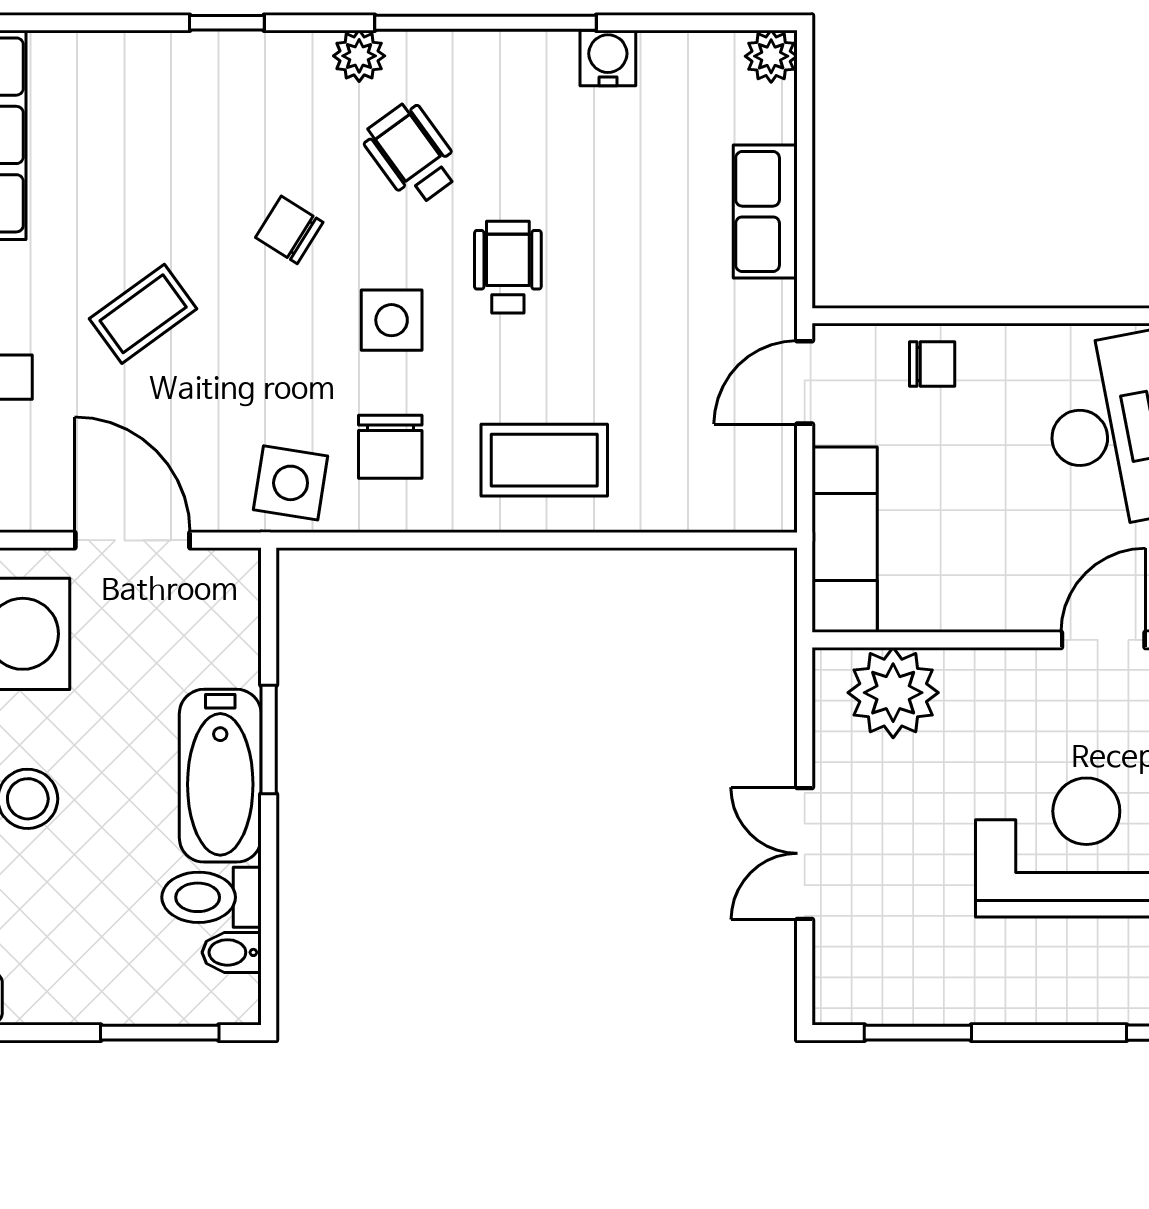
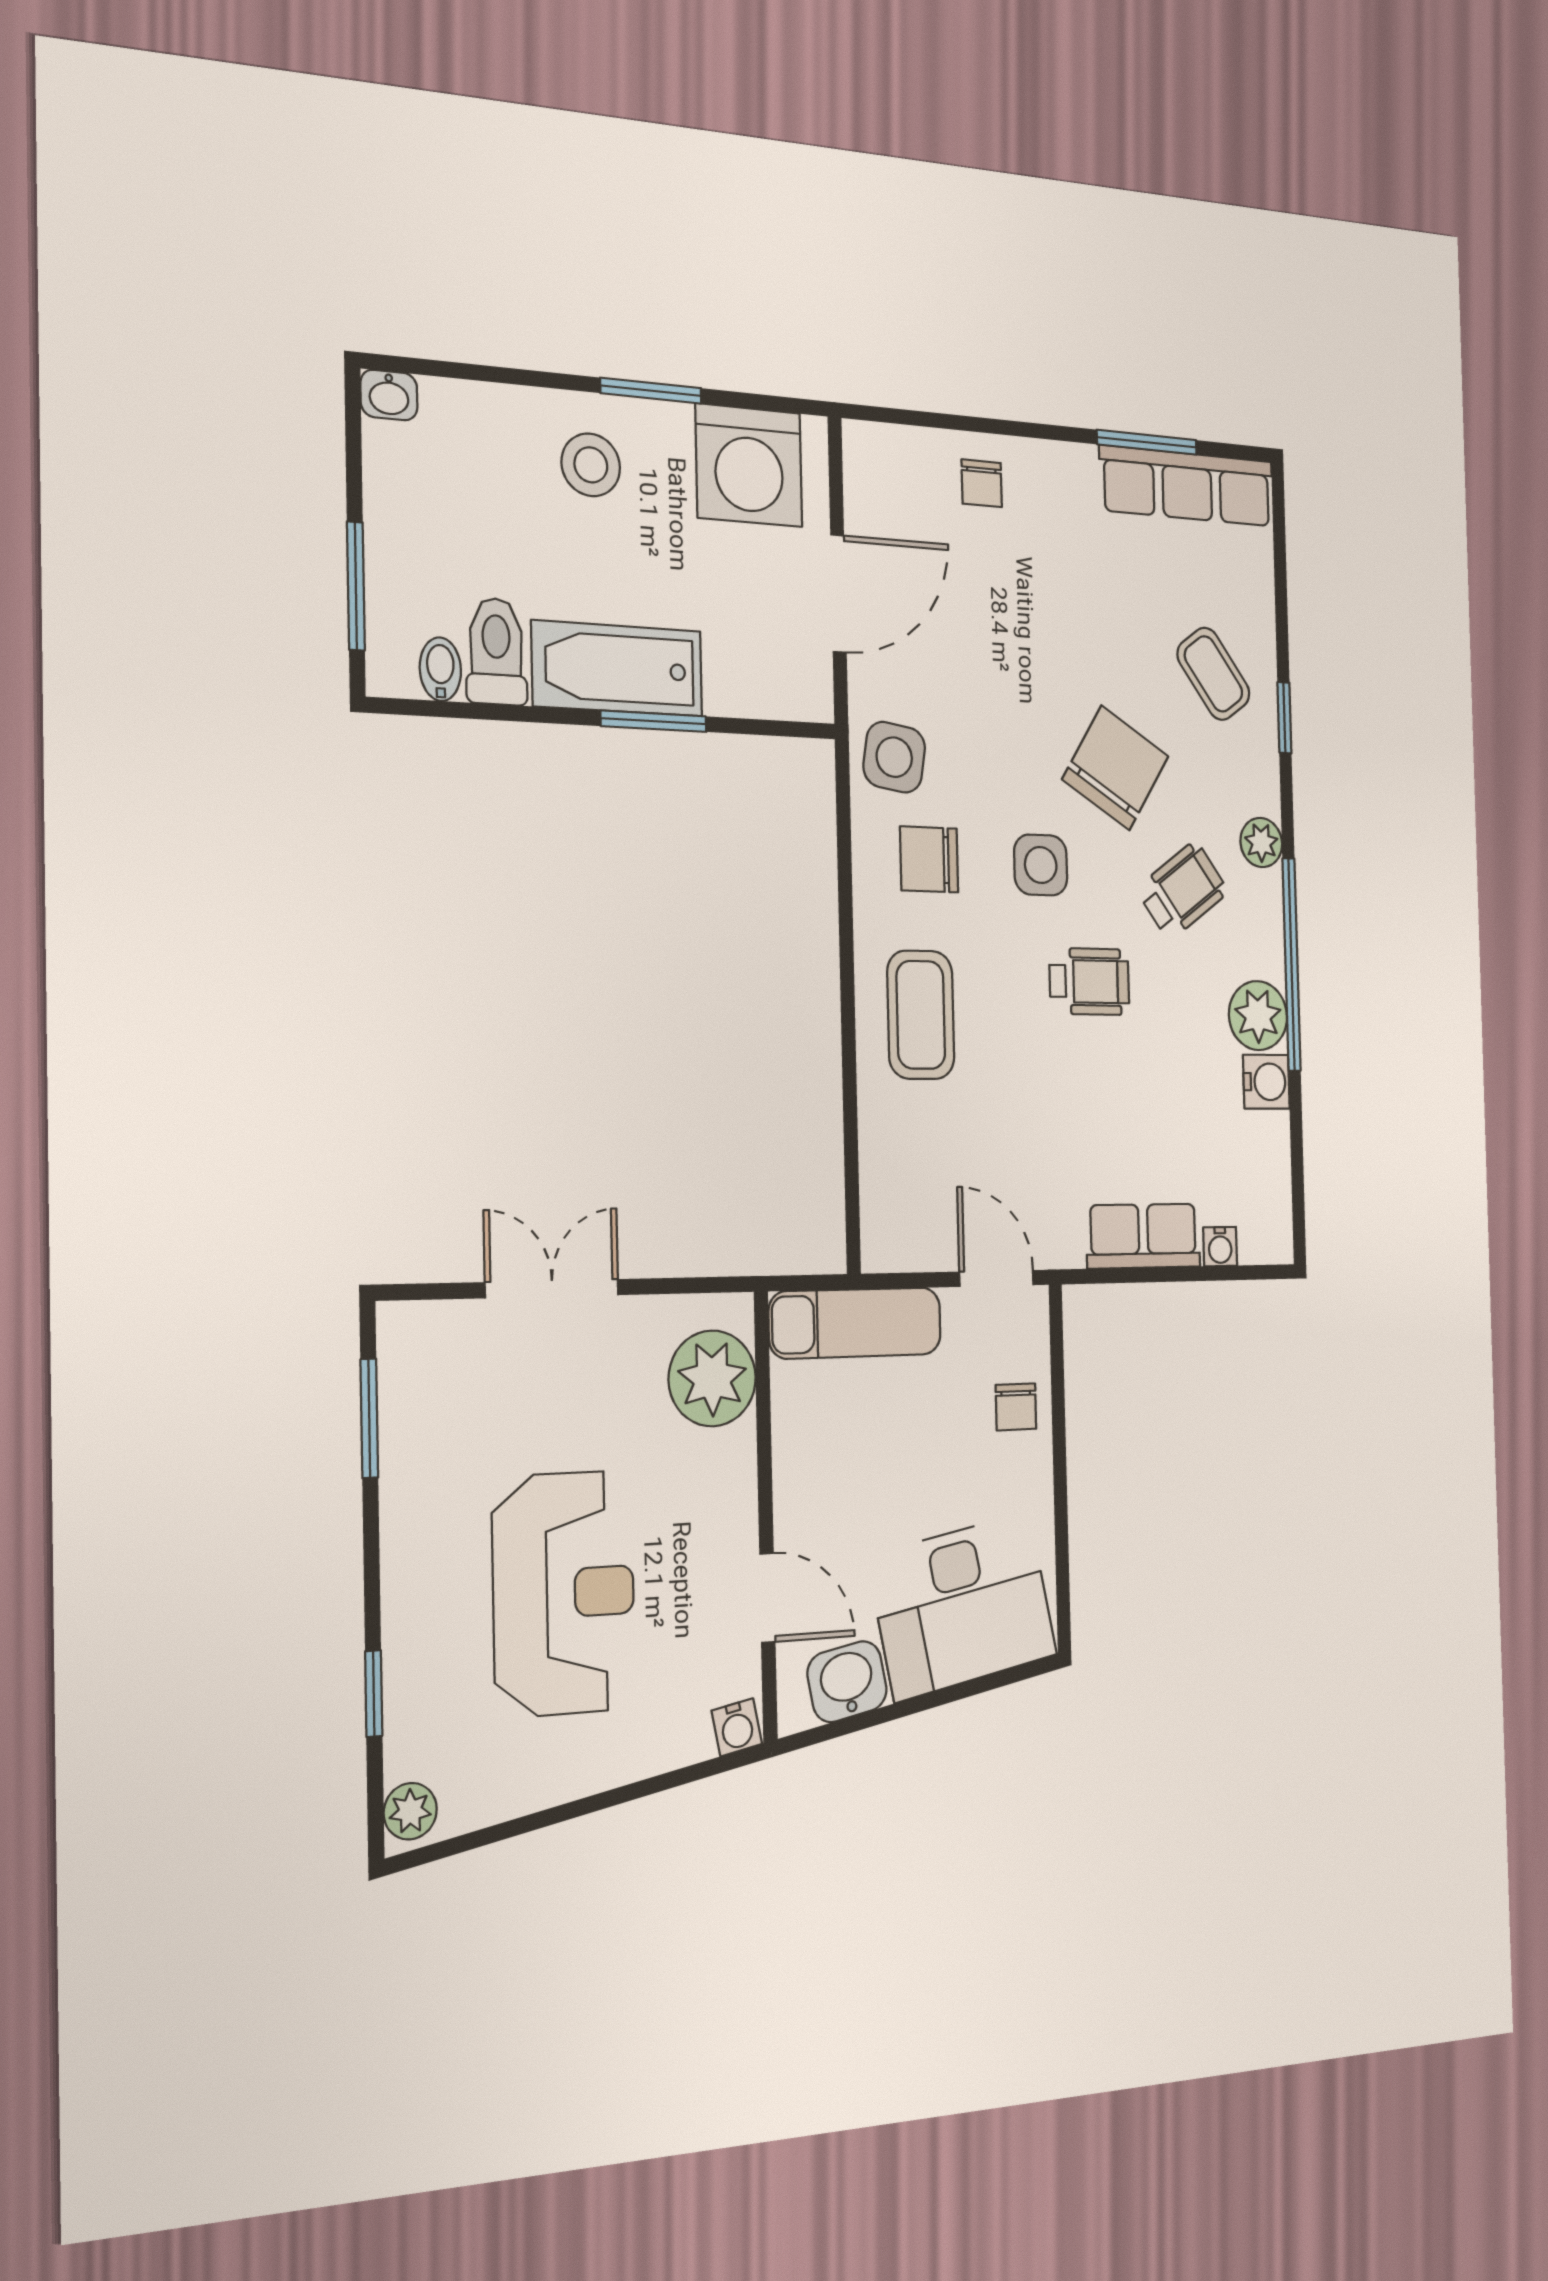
plant: (771, 56) -> (1258, 1016), moved, width x1.38, depth x1.38
water cooler: (777, 120) -> (1220, 1246), added
chair: (289, 230) -> (1115, 768), width x1.87, depth x1.87
coffee table: (143, 314) -> (1213, 674), moved

